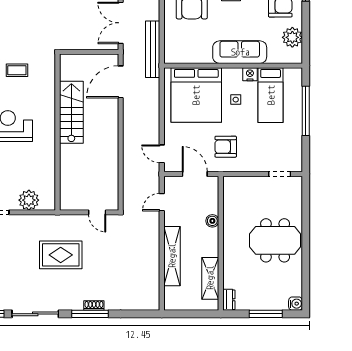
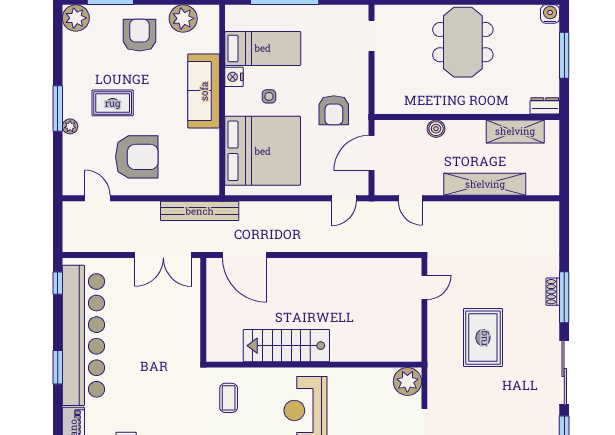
stairs: (71, 112) -> (286, 346), moved
wall: (58, 132) -> (314, 365), moved

